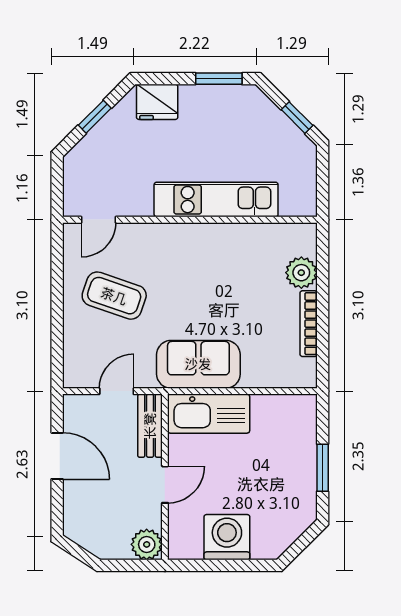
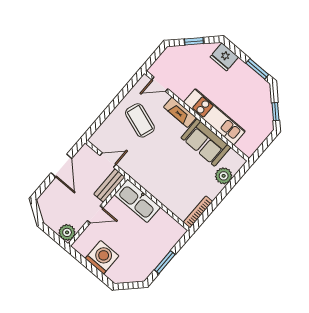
fireplace: (161, 235) -> (180, 112), added
bookcase: (309, 324) -> (198, 212), moved
sofa: (198, 364) -> (206, 142), moved, turned 180

